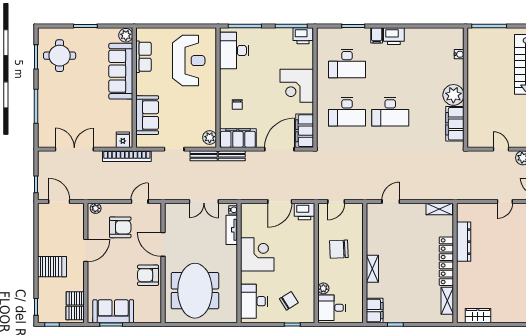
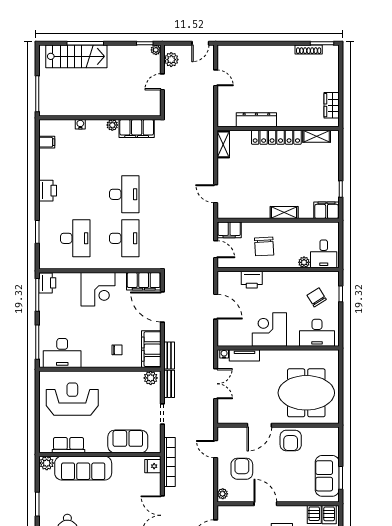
filing cabinet: (377, 35) -> (47, 142), moved
water cooler: (459, 54) -> (80, 124), moved
plant: (453, 95) -> (112, 125), width x0.53, depth x0.53
printer: (305, 211) -> (252, 280), moved, turned 90
filing cabinet: (355, 215) -> (229, 230), added

